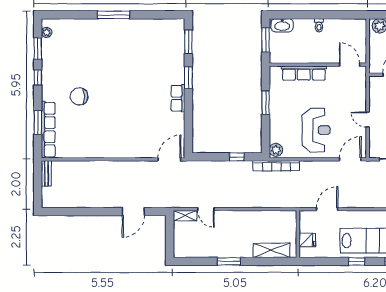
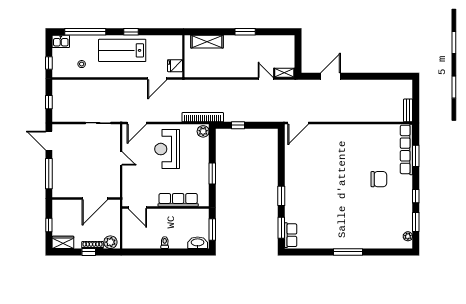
row of seats: (178, 98) -> (291, 235), moved
fridge: (307, 240) -> (175, 66), moved

